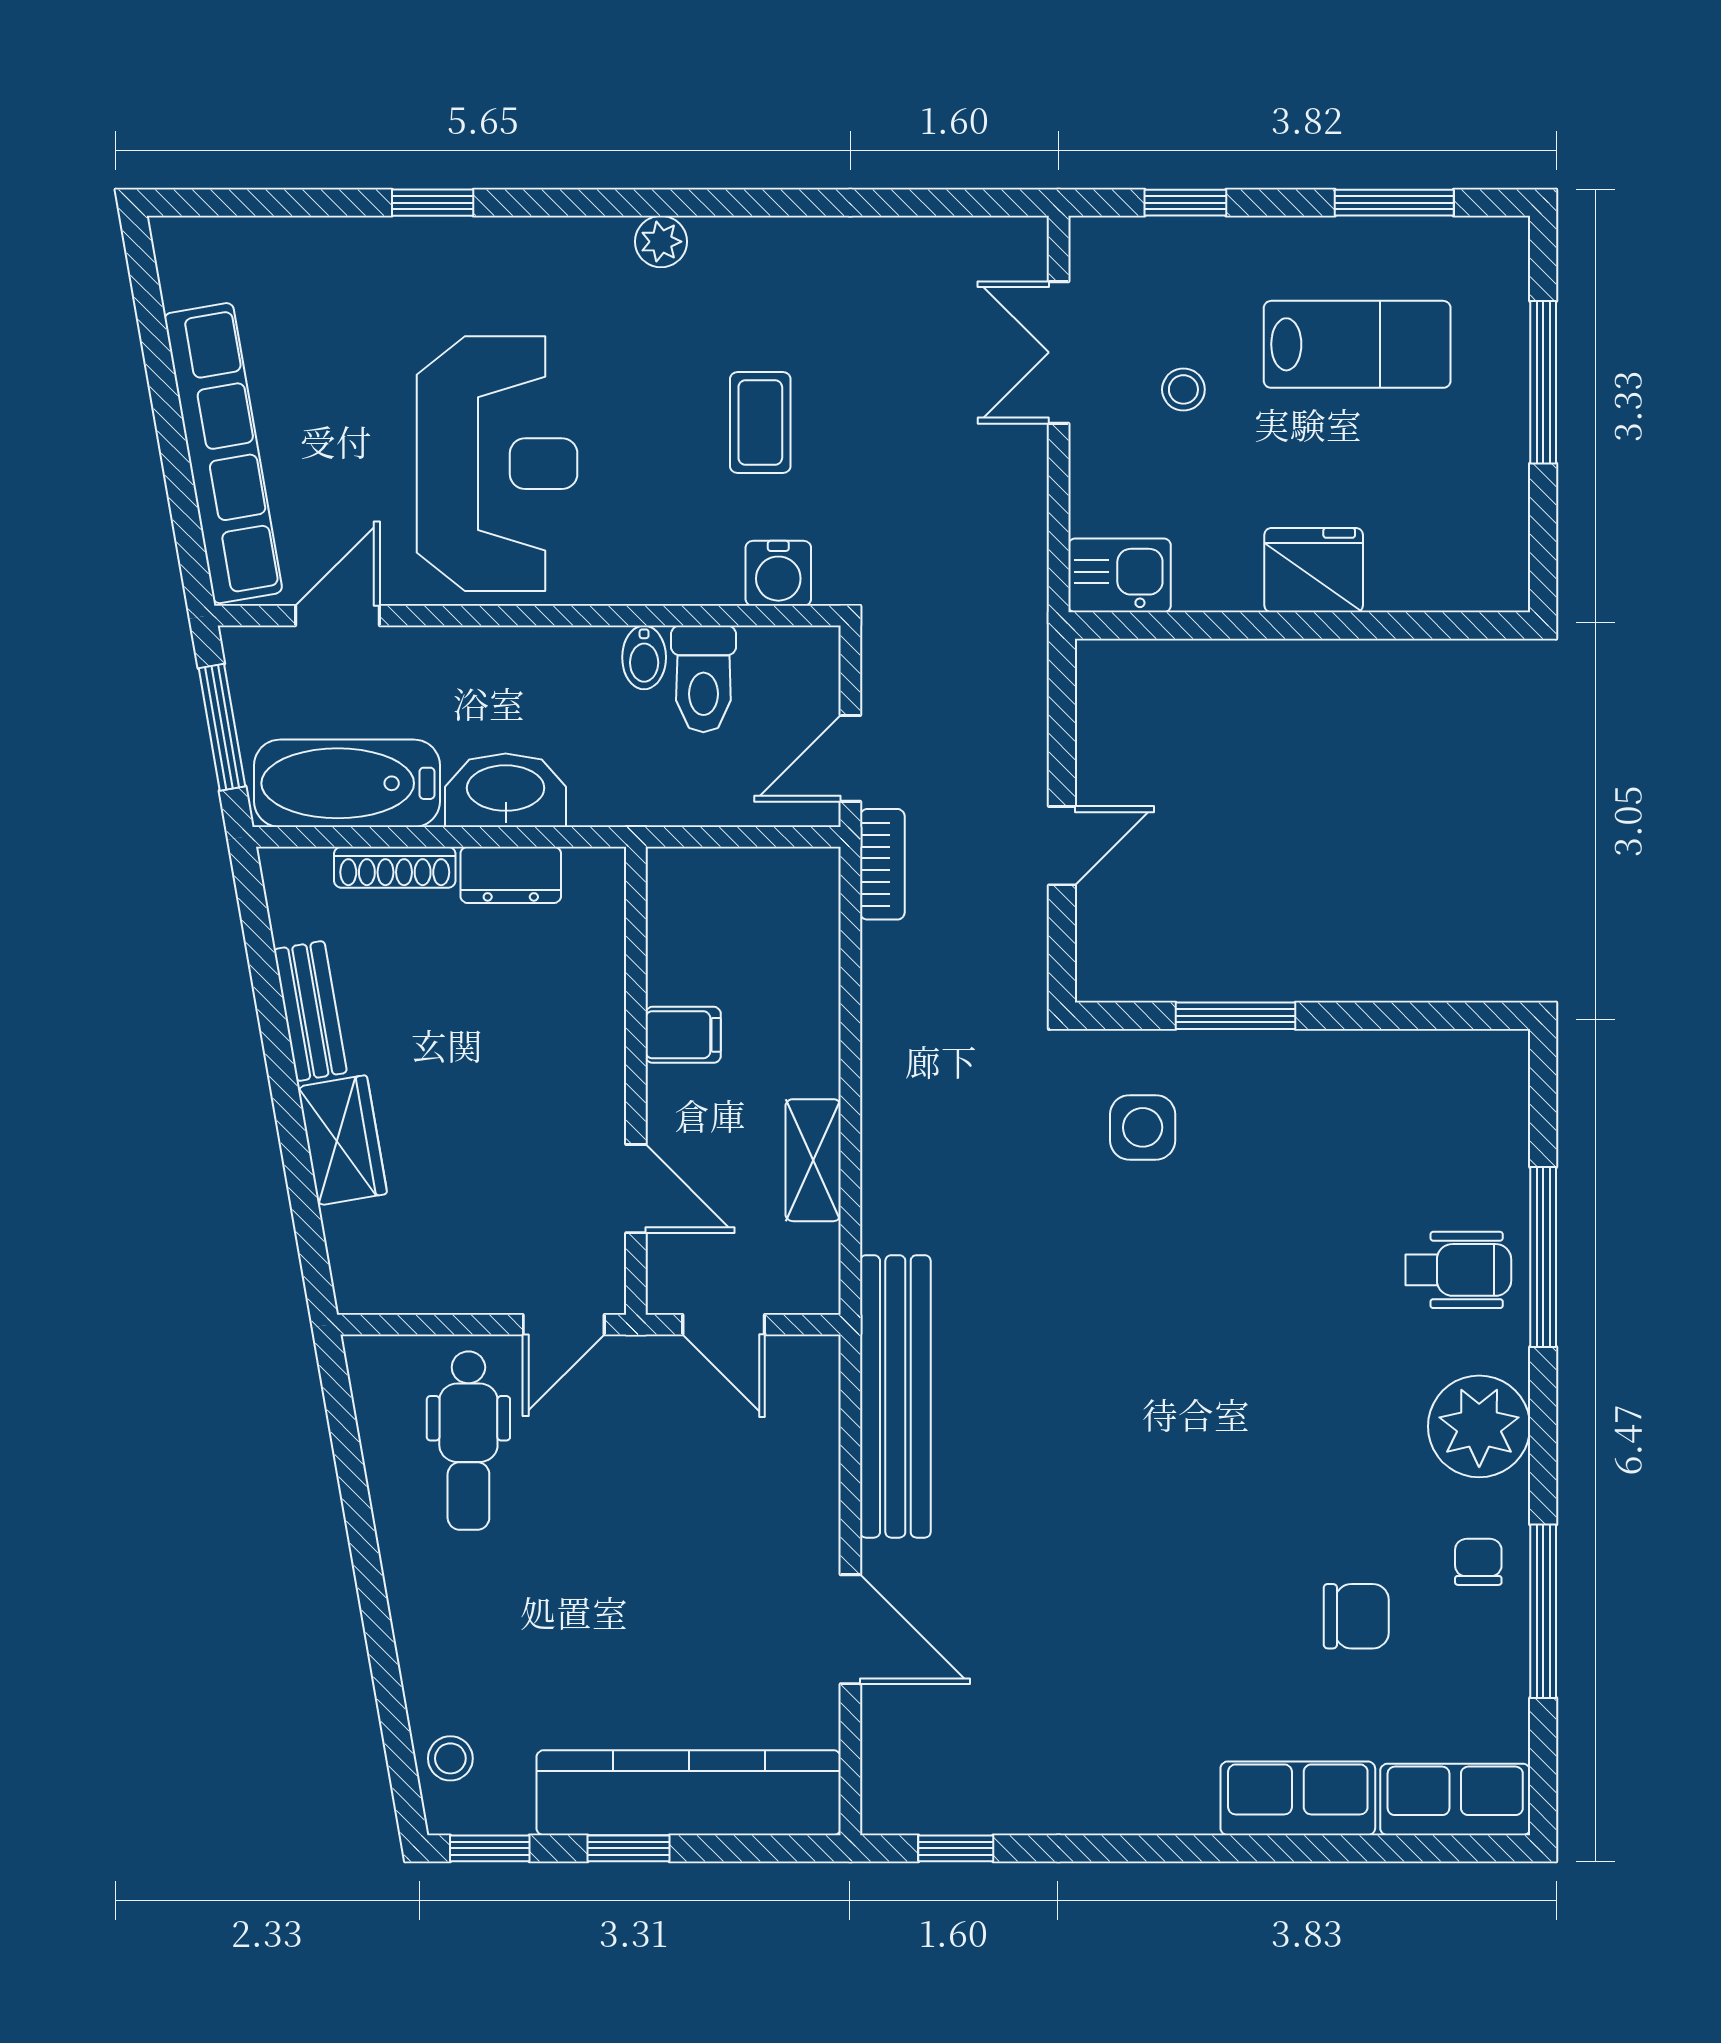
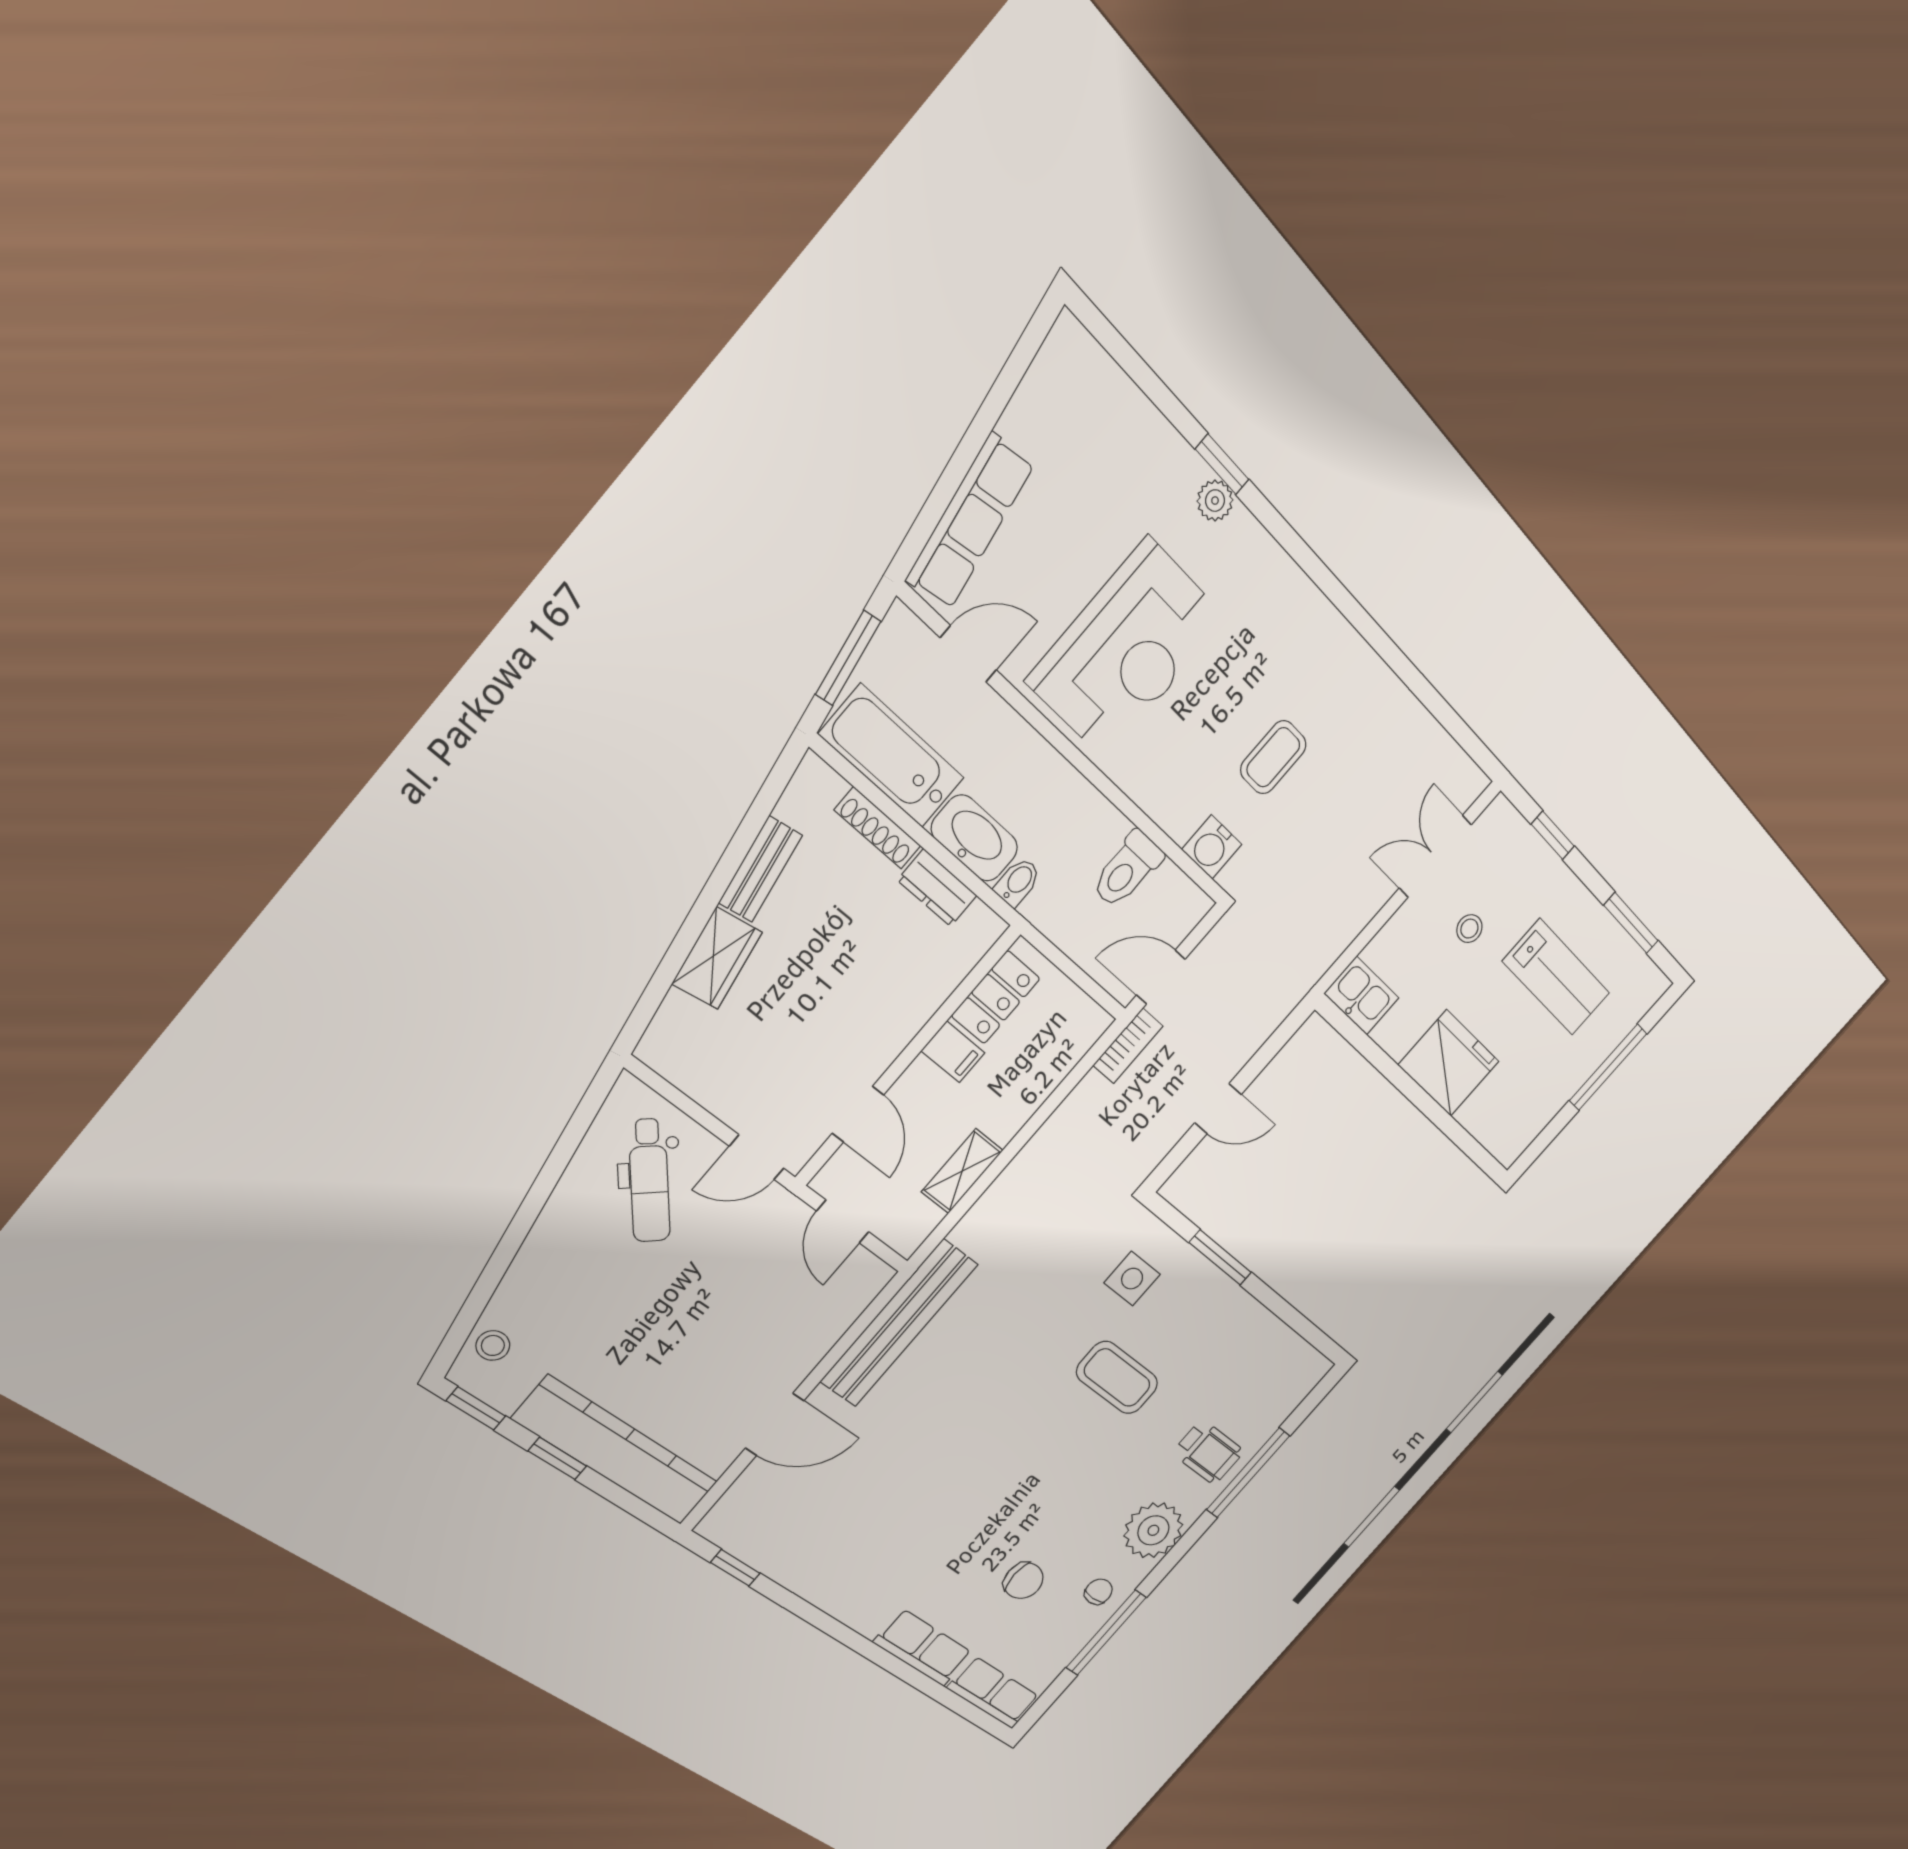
plant: (661, 242) -> (1215, 501), moved
row of seats: (223, 453) -> (970, 522), width x0.73
fridge: (1314, 570) -> (1449, 1063), width x1.36, depth x1.34
bidet: (644, 657) -> (1018, 882), moved, turned 180
locker: (678, 936) -> (996, 997), added
coffee table: (1239, 1263) -> (1117, 1378), added
dental chair: (468, 1441) -> (649, 1181), turned -41
door: (850, 1629) -> (775, 1424), hinge flipped

